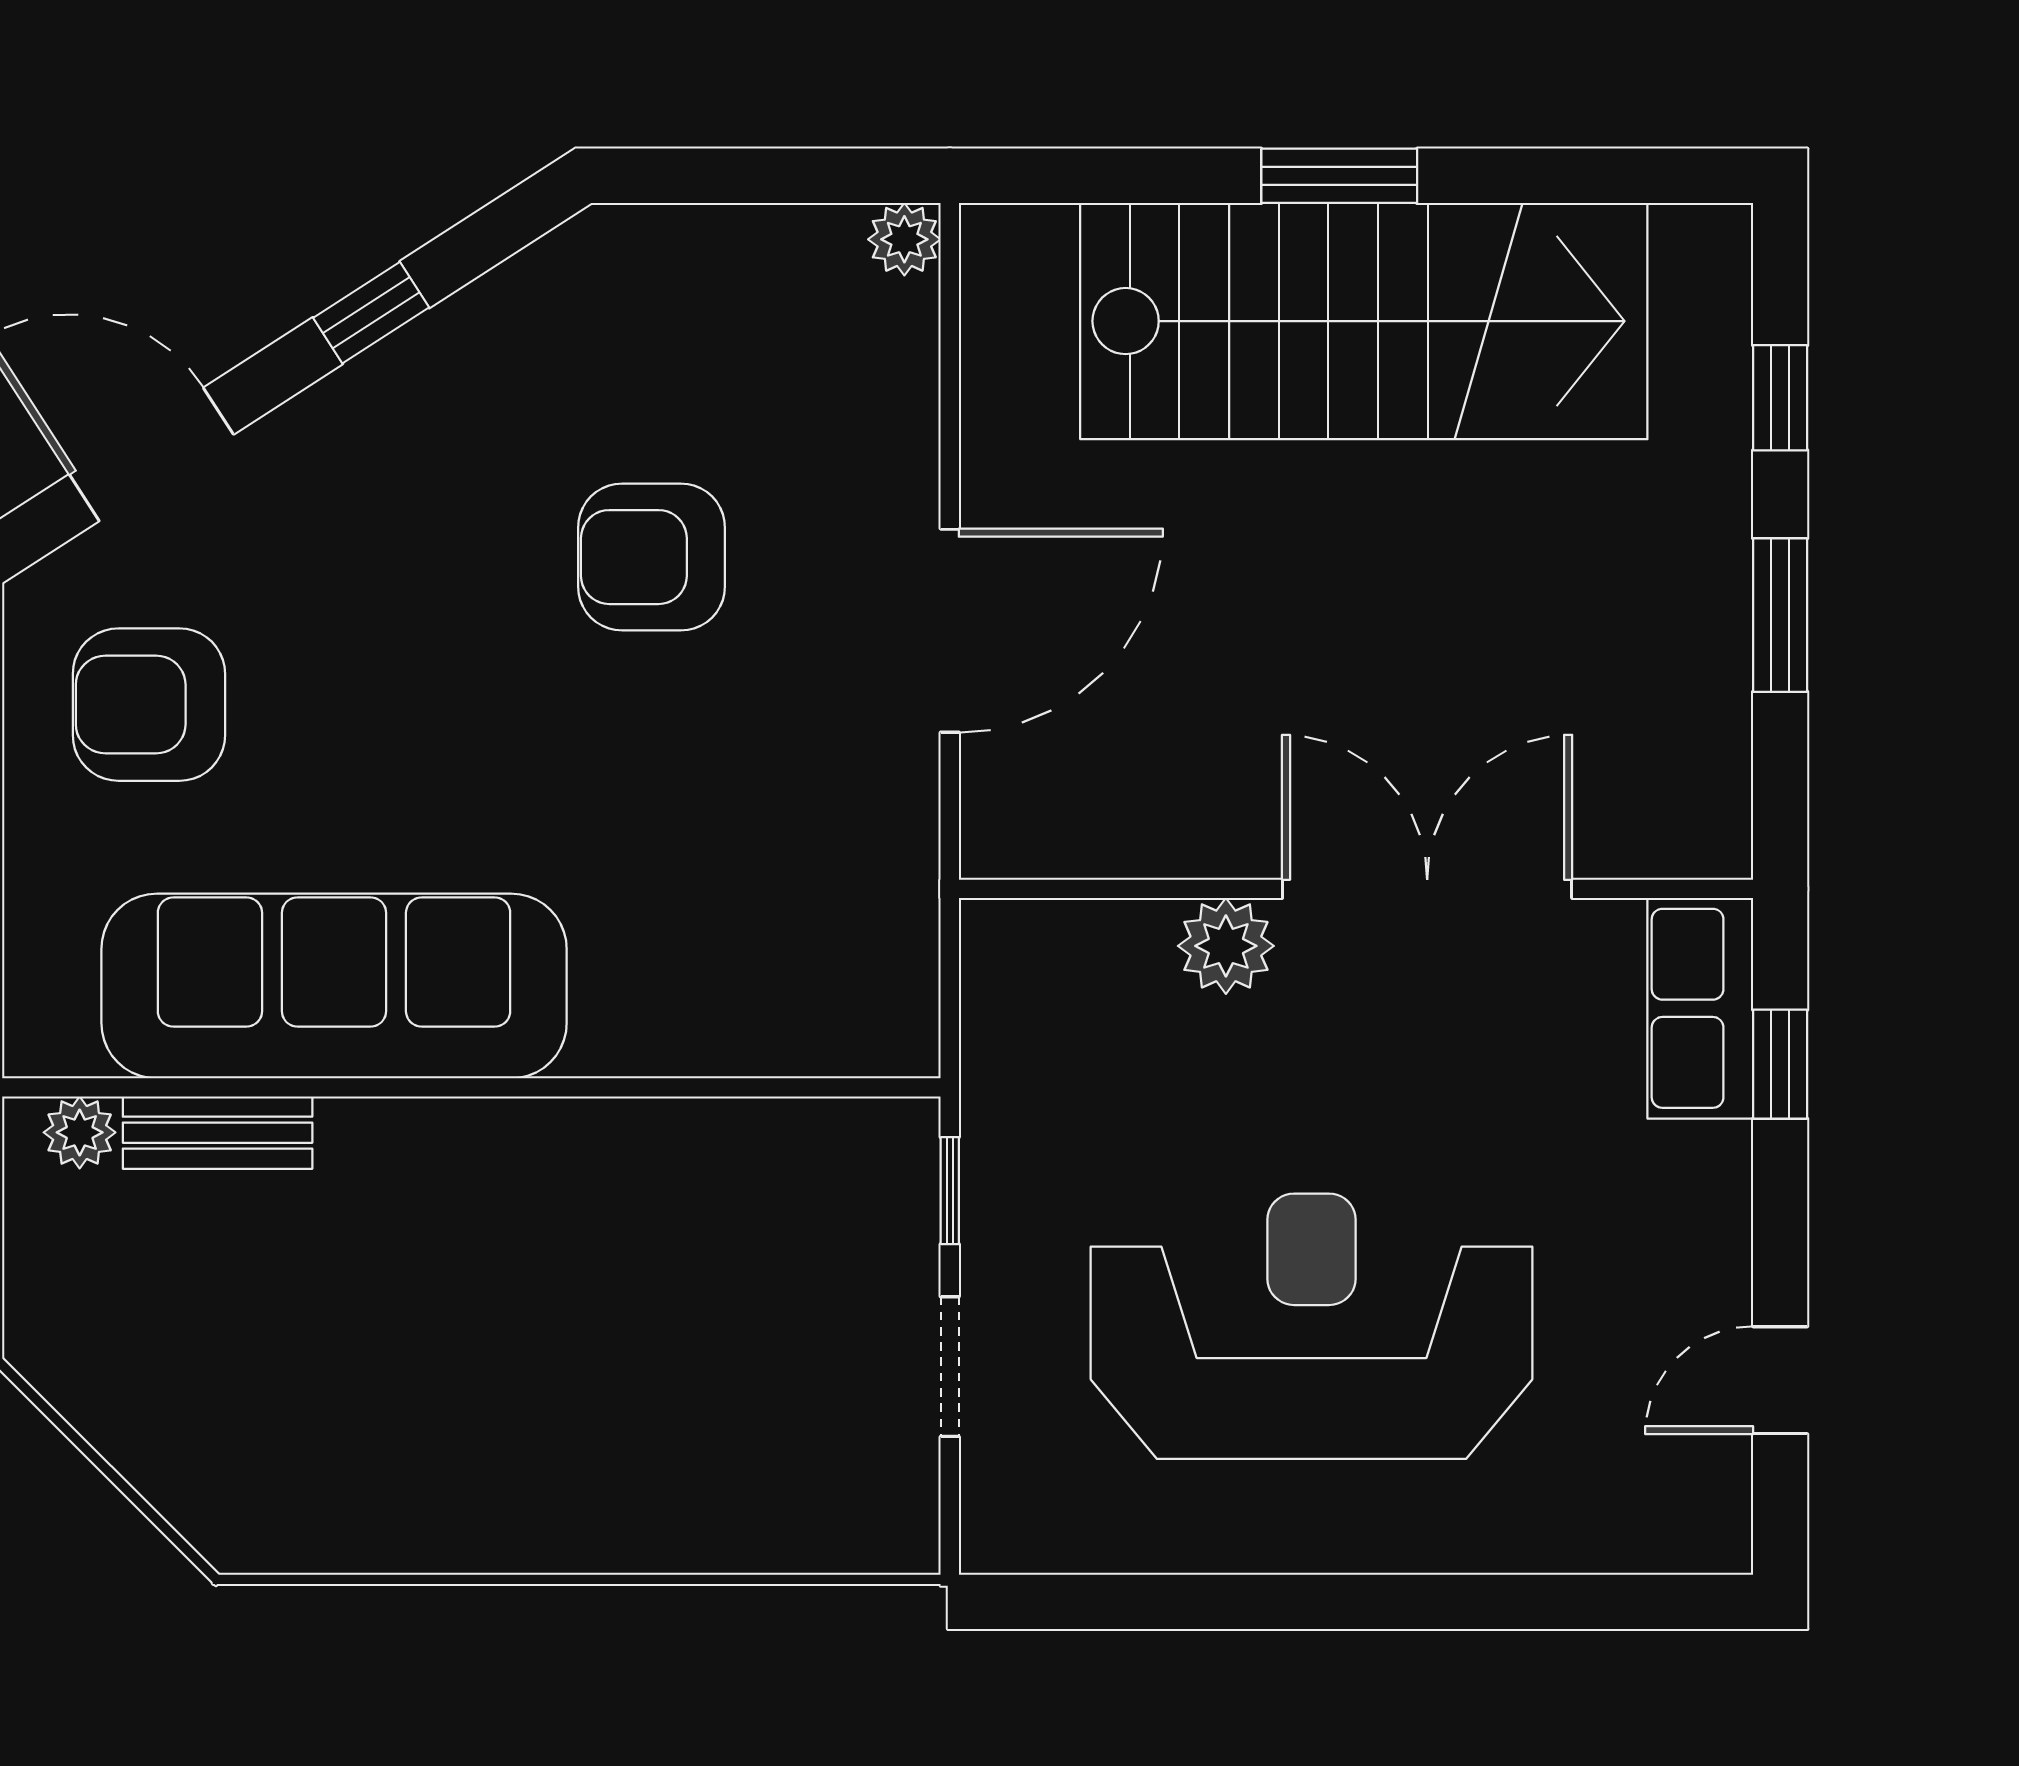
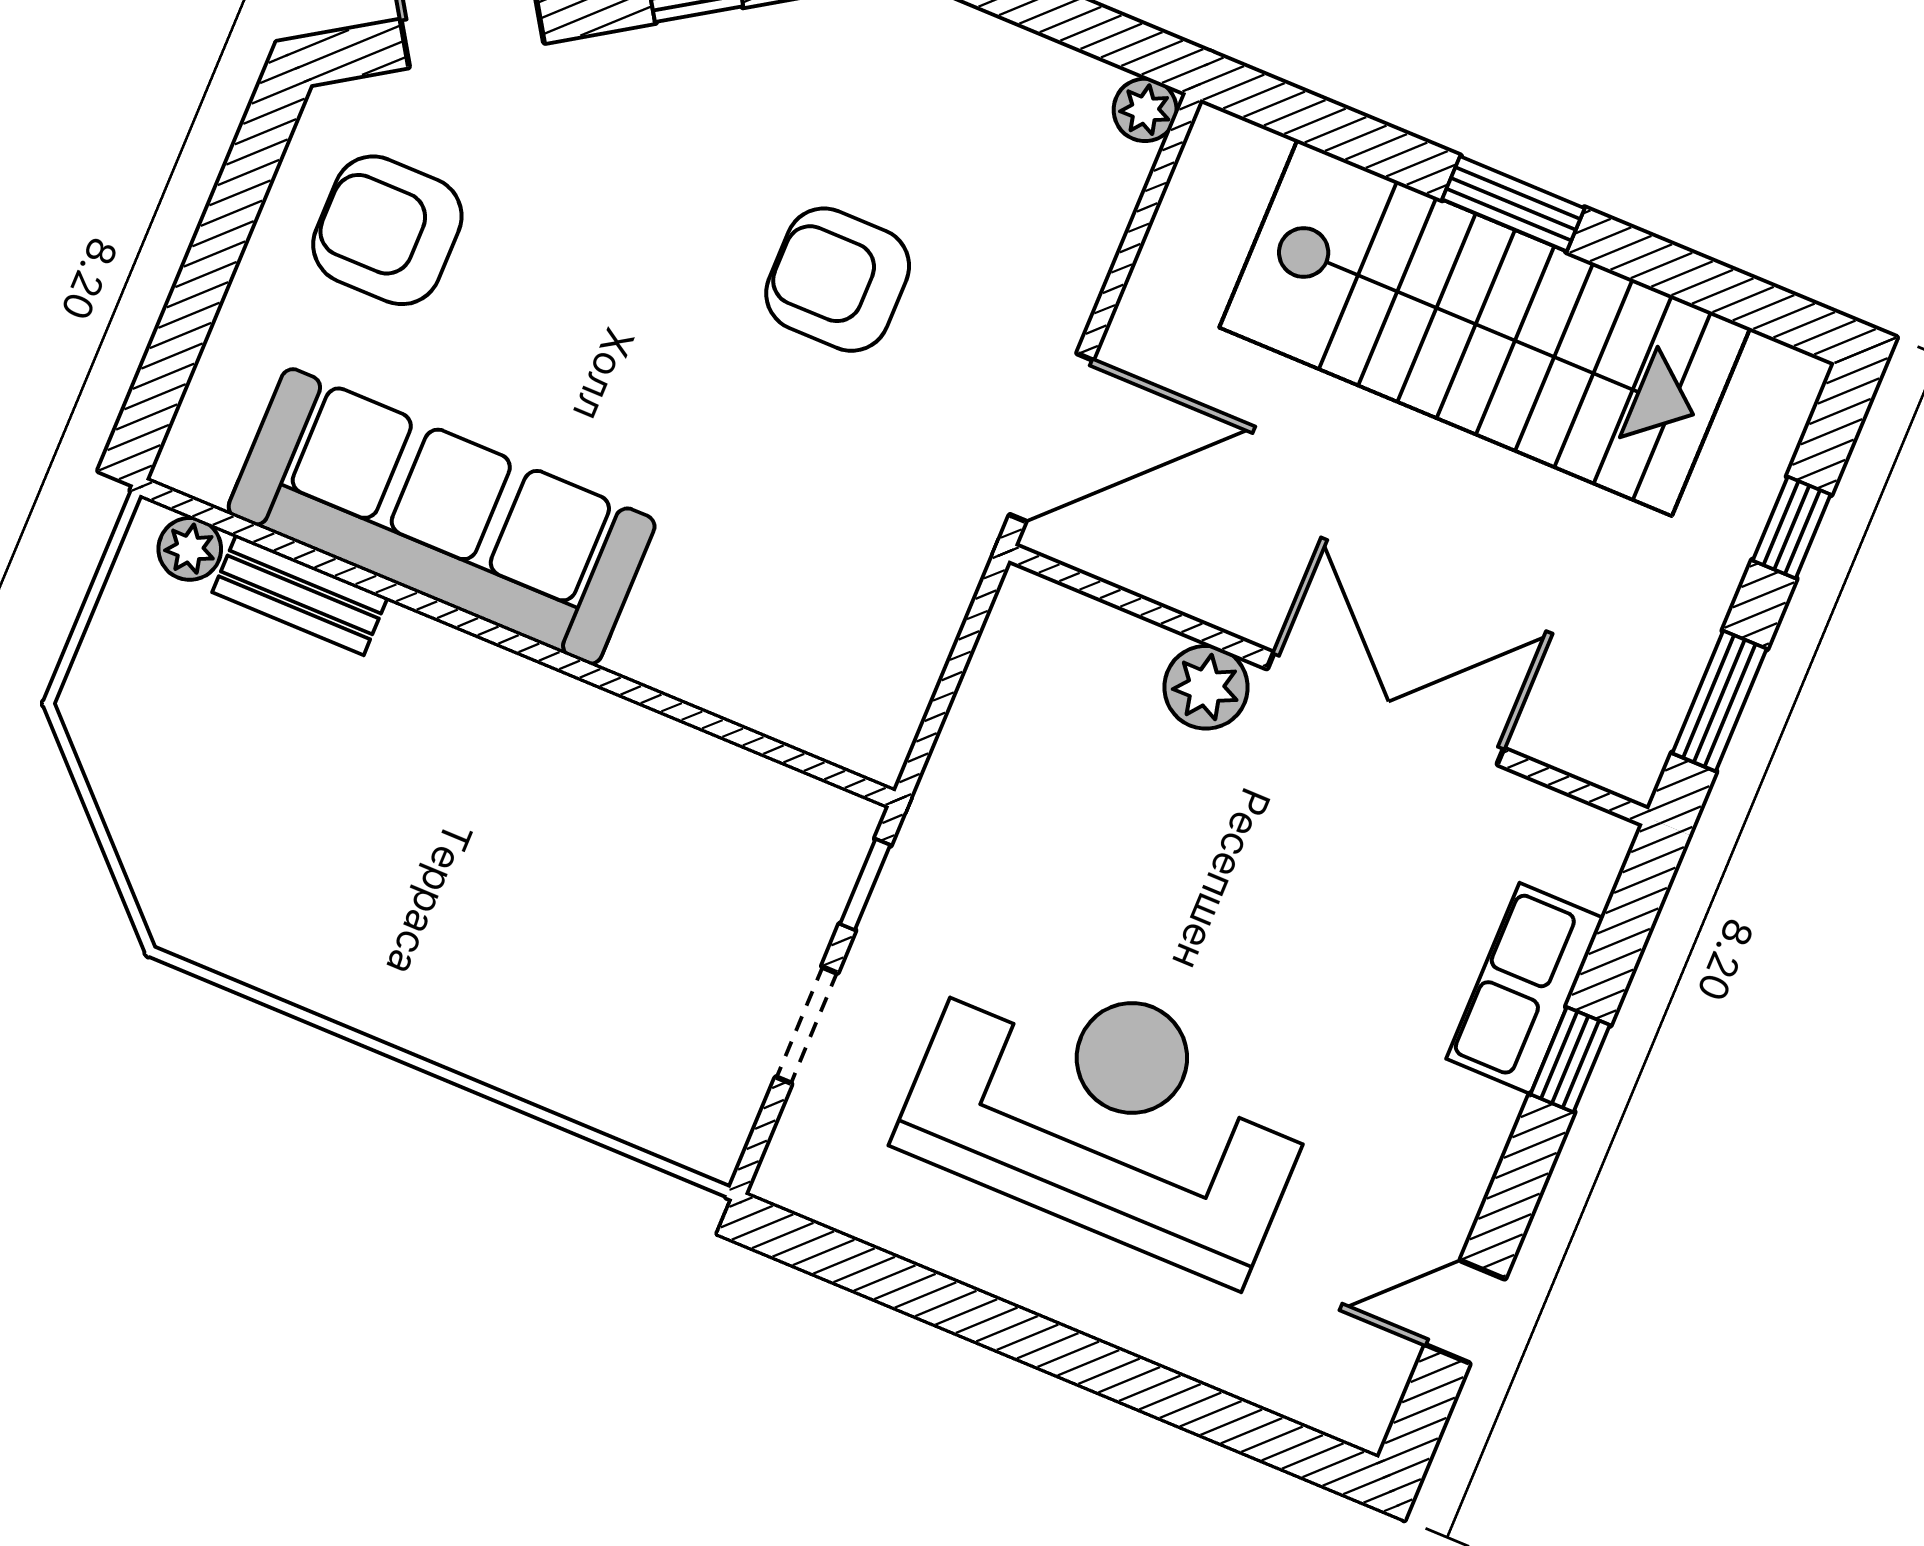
wall: (1356, 889) -> (1329, 685), moved
double door: (1427, 889) -> (1386, 709), moved
plant: (1226, 946) -> (1206, 687), moved

